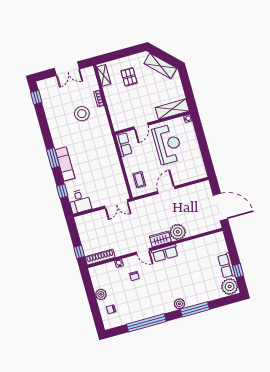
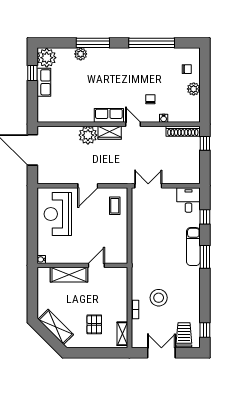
trolley: (52, 89) -> (184, 335), added
shelving: (172, 109) -> (69, 275), moved
row of seats: (124, 144) -> (121, 250), removed
reception desk: (168, 144) -> (58, 214), moved
plant: (179, 304) -> (81, 54), moved

